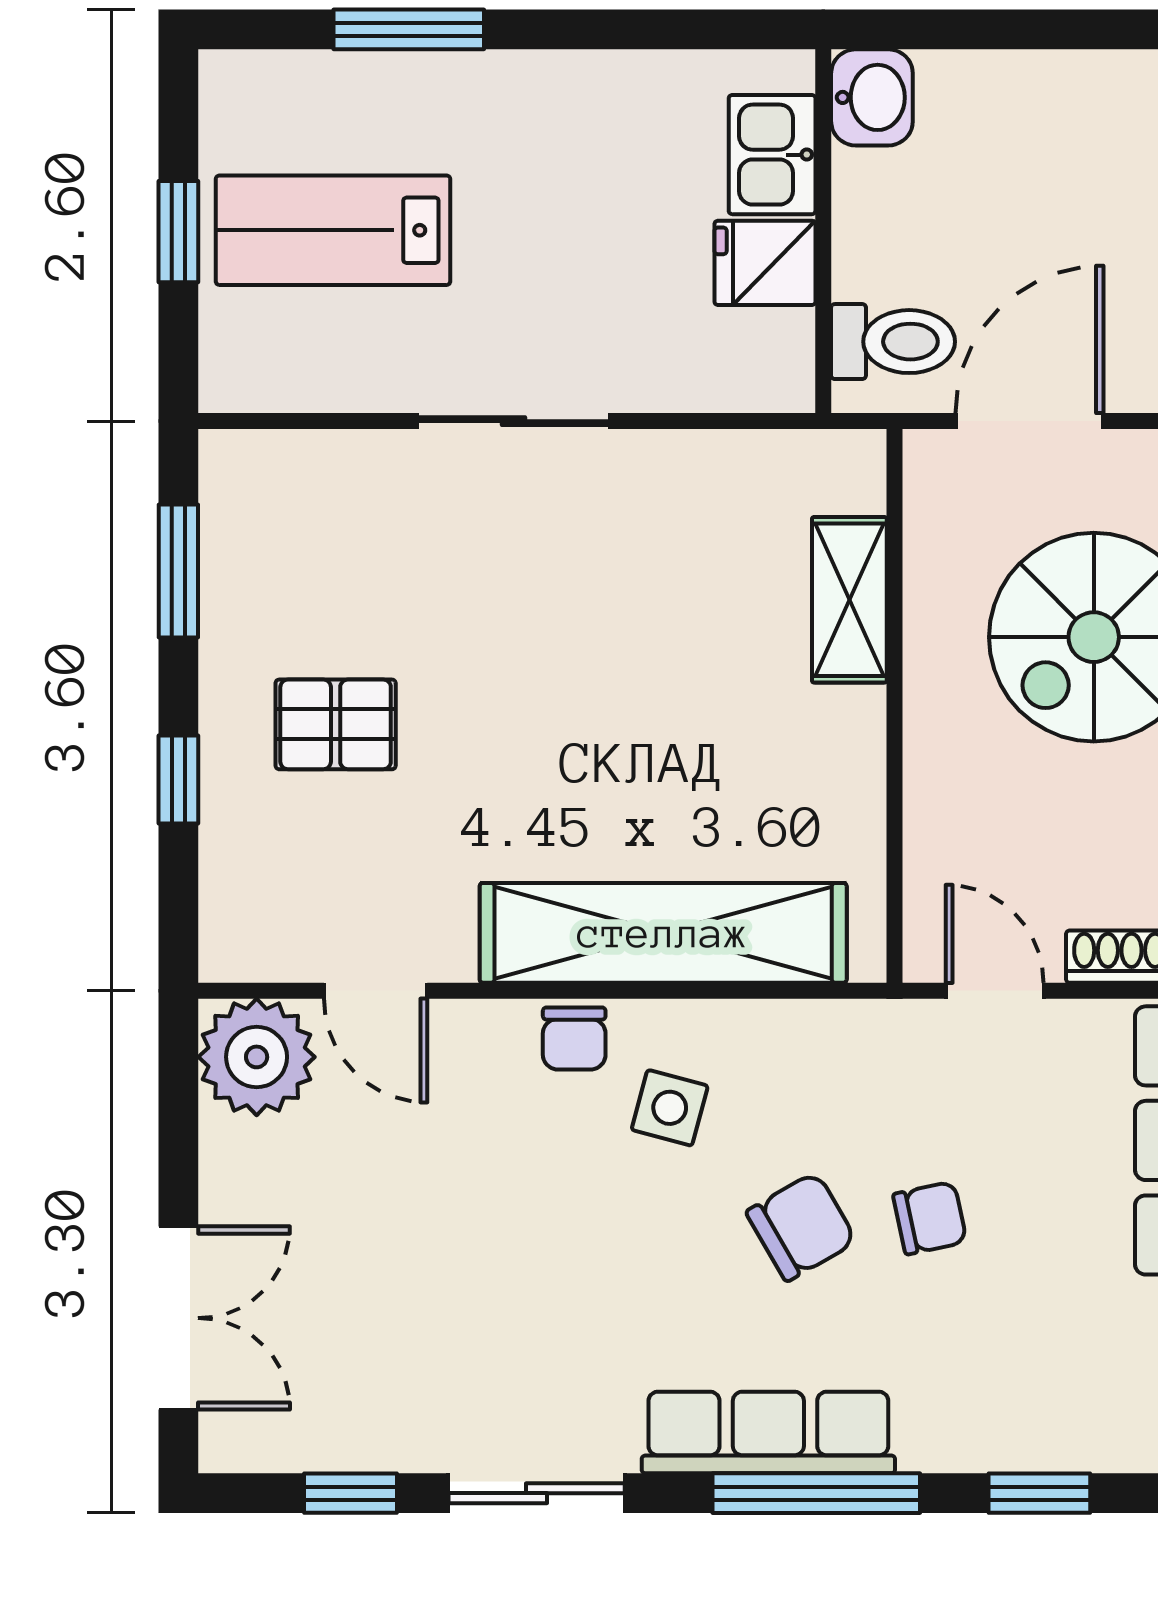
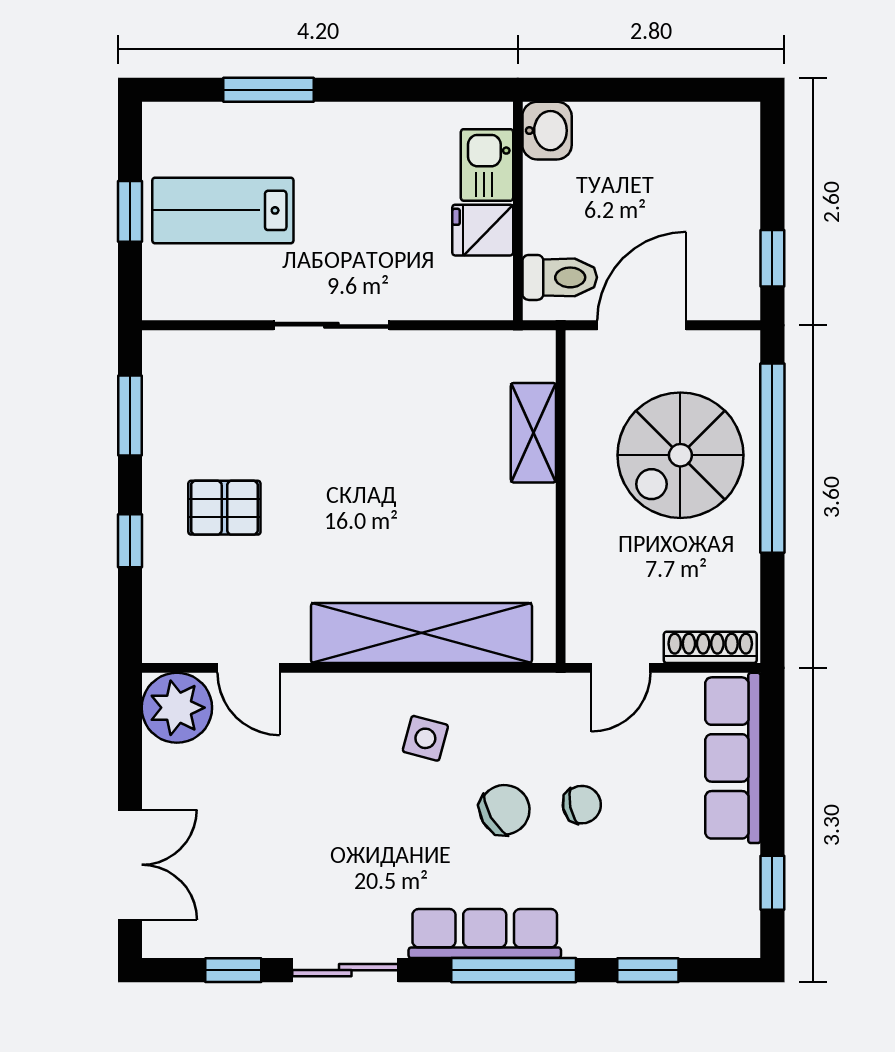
door: (995, 991) -> (621, 668), swing flipped
chair: (574, 1039) -> (368, 697), removed

